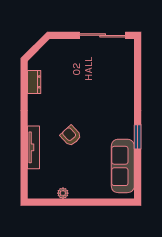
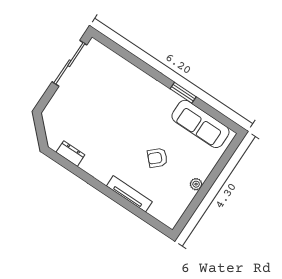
armchair: (71, 136) -> (157, 158), moved
plant: (63, 193) -> (196, 184), moved

